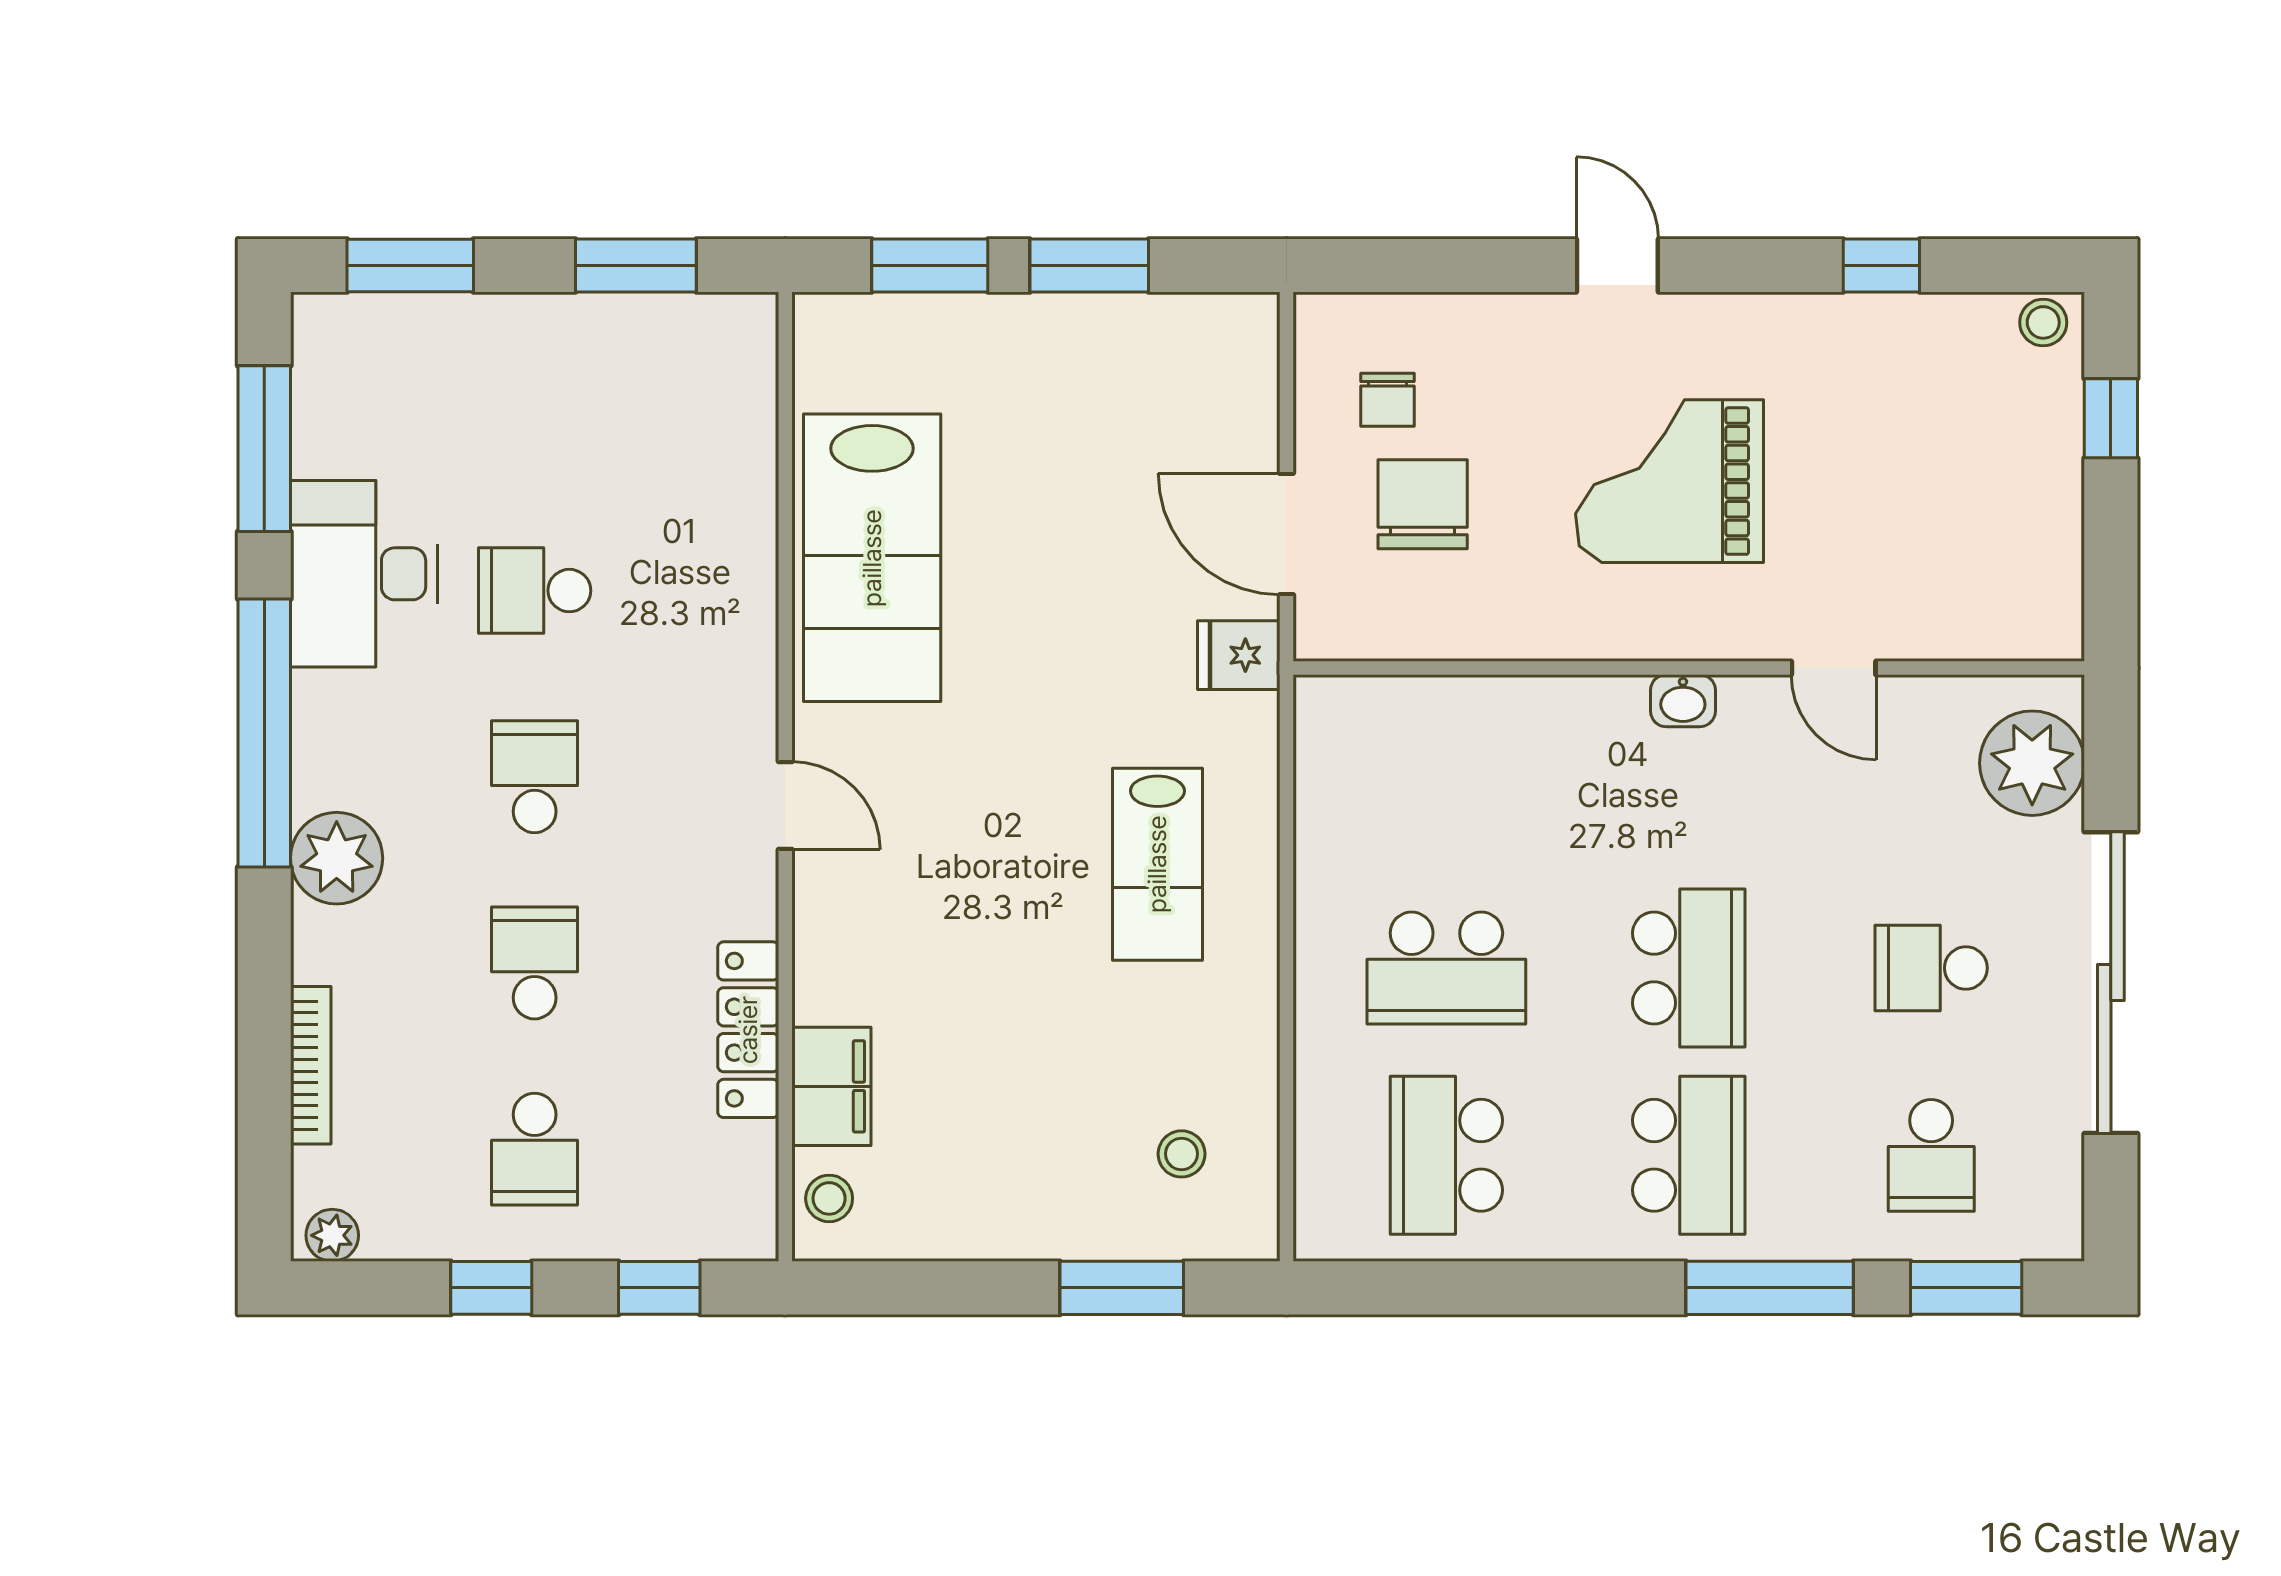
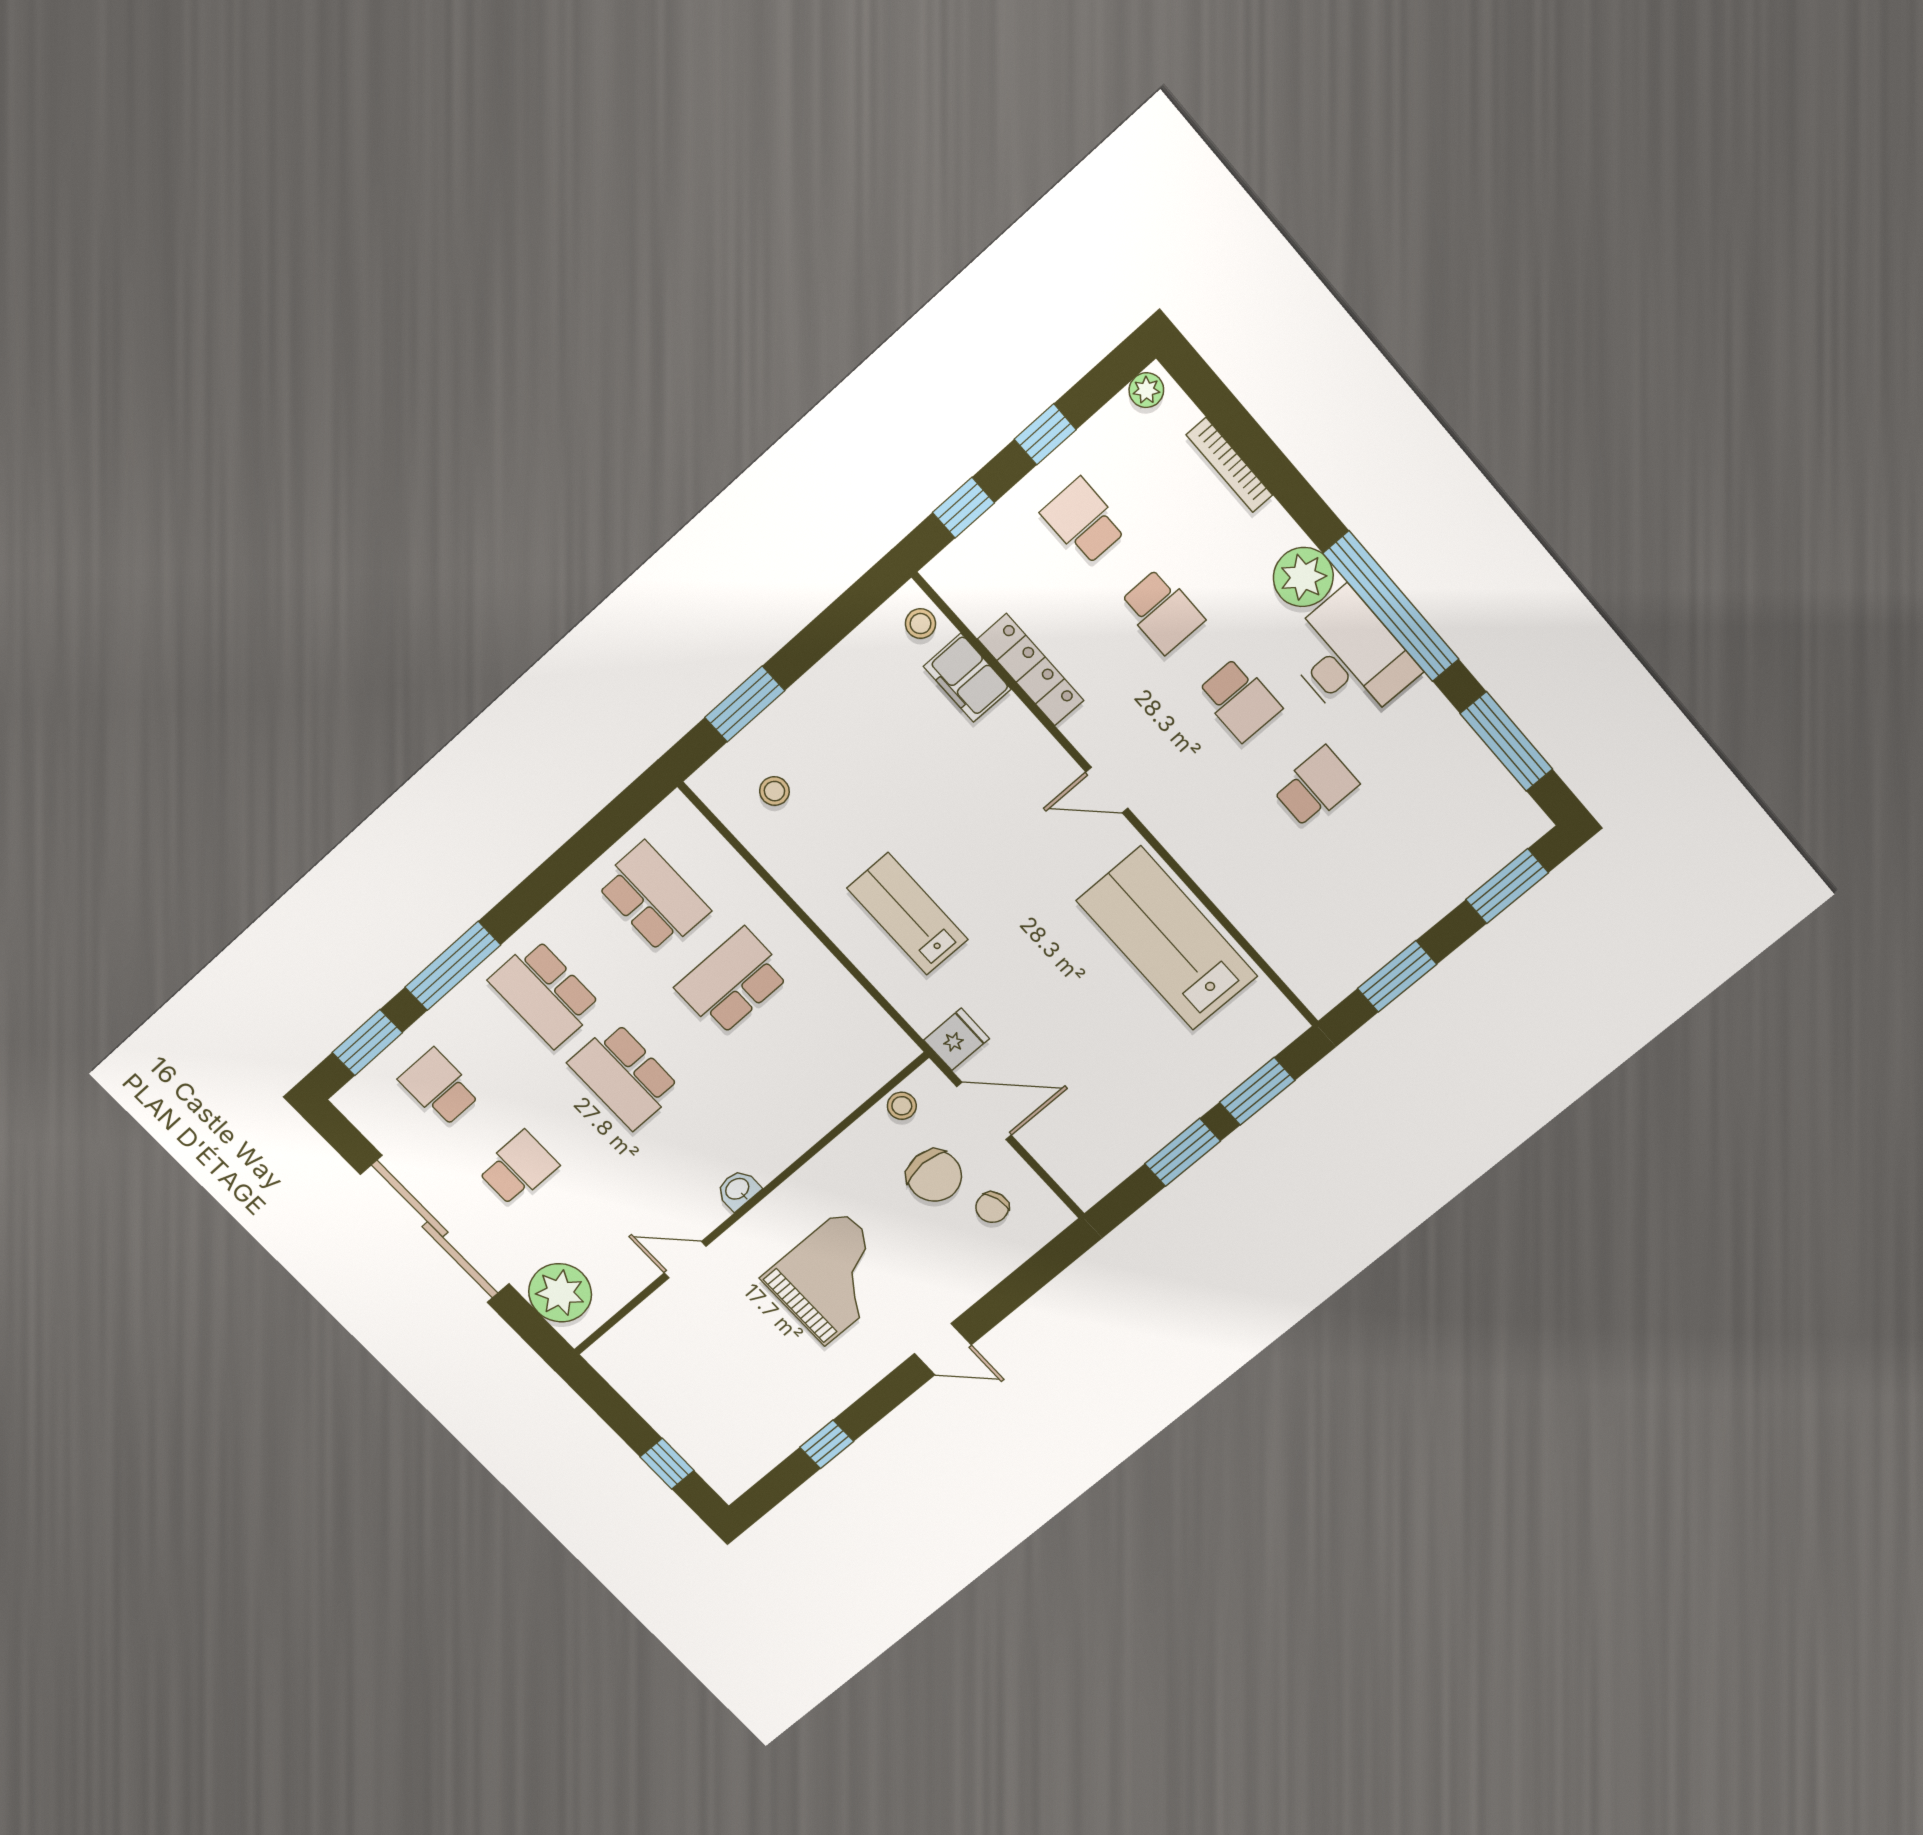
stool: (2043, 322) -> (902, 1106), moved
chair: (1387, 400) -> (992, 1207), turned -105
desk: (364, 574) -> (1349, 658), moved

